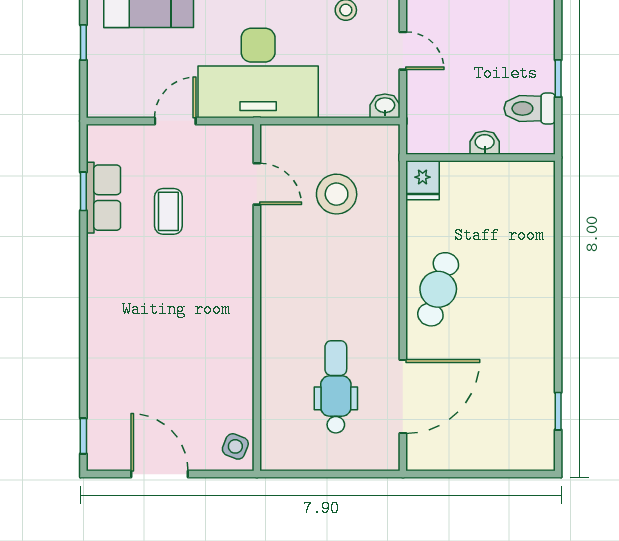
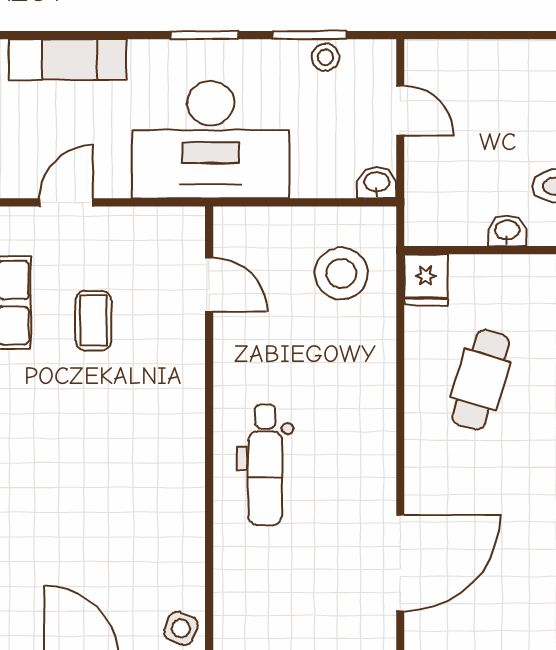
door: (175, 121) -> (66, 202), moved
stool: (337, 194) -> (341, 273), moved
cafe table: (438, 289) -> (481, 380), moved
dental chair: (336, 387) -> (265, 465), moved, turned 180

